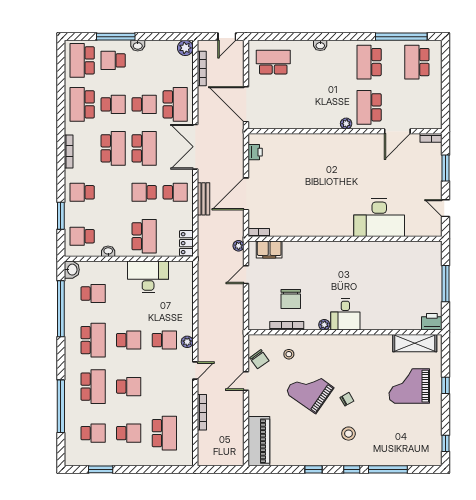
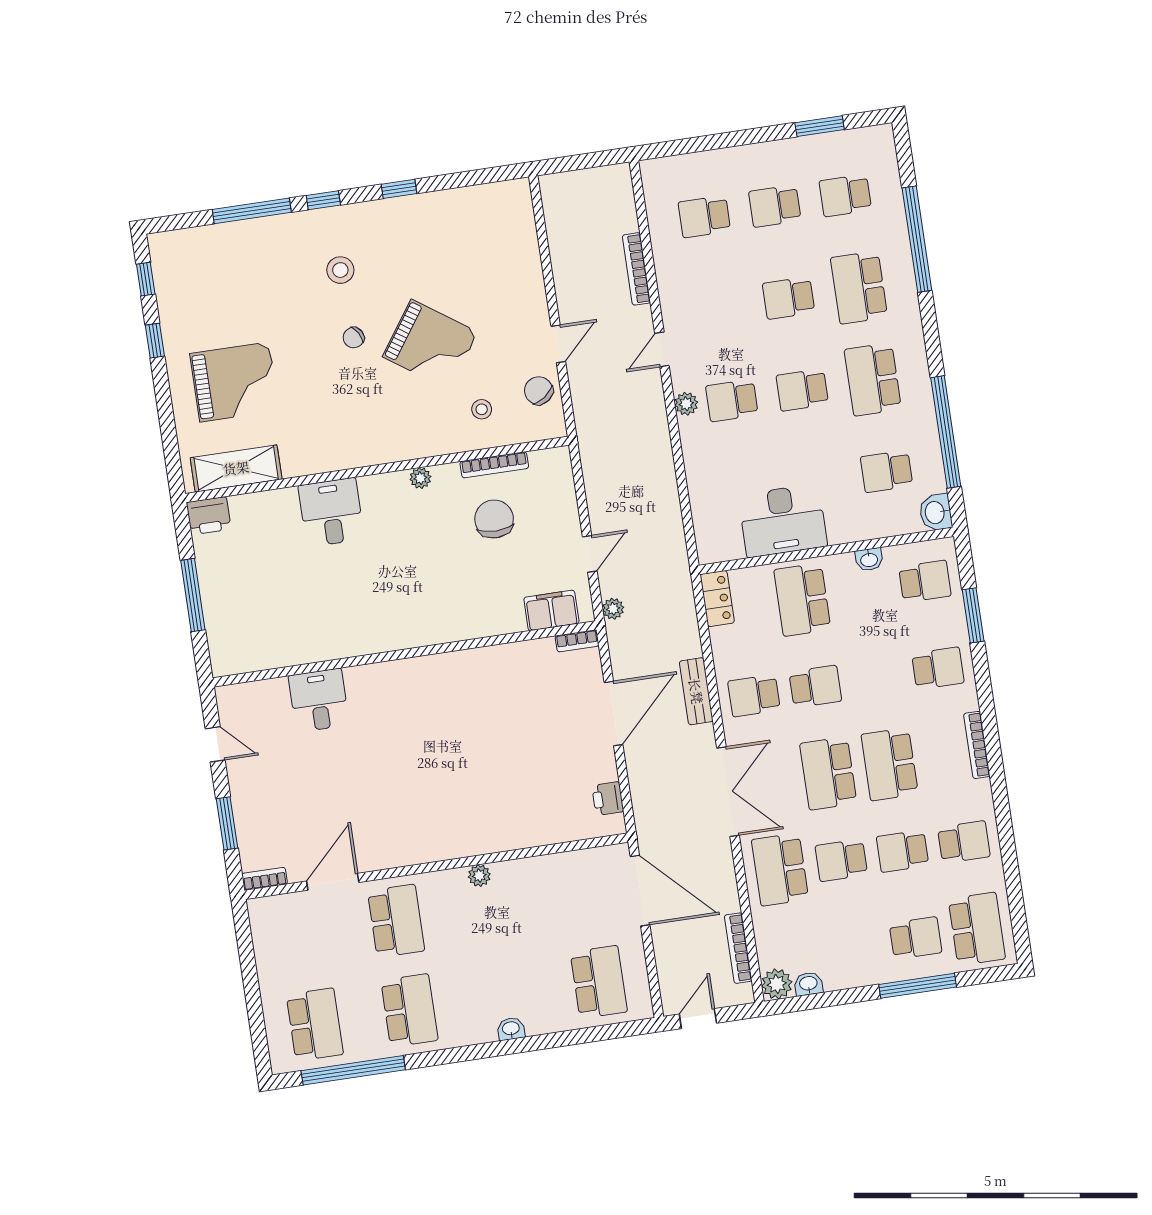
washbasin: (138, 46) -> (808, 984), moved
school desk: (273, 62) -> (599, 982), turned -90
school desk: (82, 104) -> (964, 842), width x0.54
plant: (346, 124) -> (479, 876), moved
desk: (379, 218) -> (319, 700), width x0.53, depth x0.77
desk: (345, 314) -> (331, 512), moved
window: (446, 385) -> (155, 341), moved
school desk: (164, 433) -> (704, 217), width x0.54
piano: (259, 441) -> (515, 229), removed

